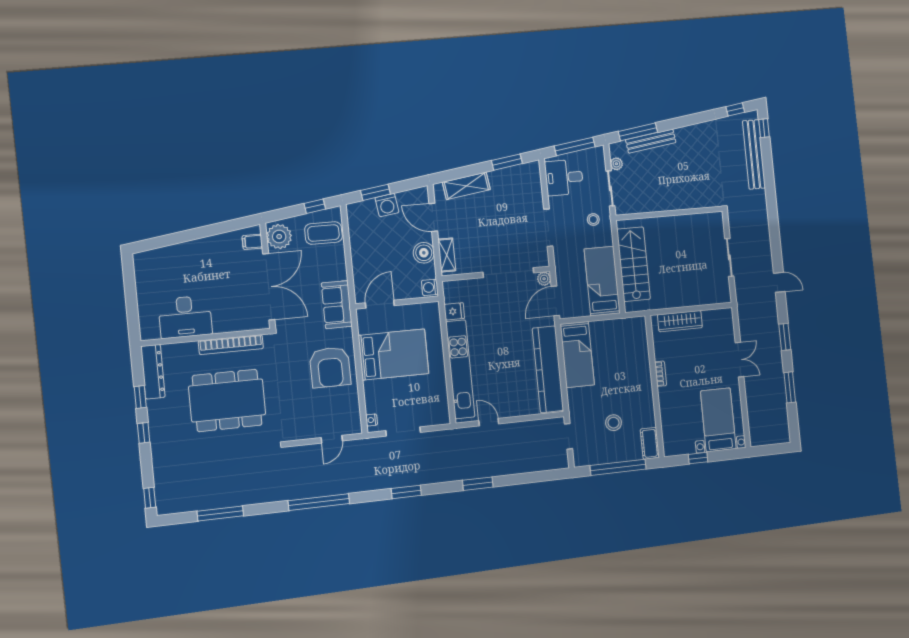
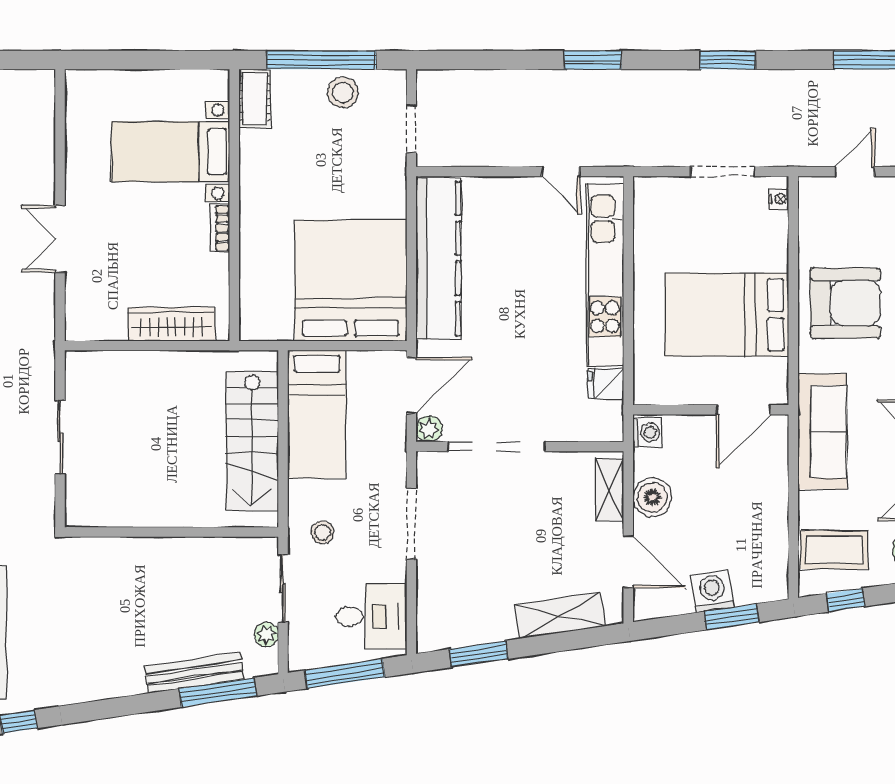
sofa: (337, 305) -> (822, 432), width x1.36
bed: (577, 354) -> (351, 280), width x2.04
armchair: (330, 367) -> (845, 303), turned 90
bed with nightstands: (718, 420) -> (170, 152), moved, turned 90
stool: (614, 423) -> (343, 92), moved
window: (698, 458) -> (162, 60), removed

